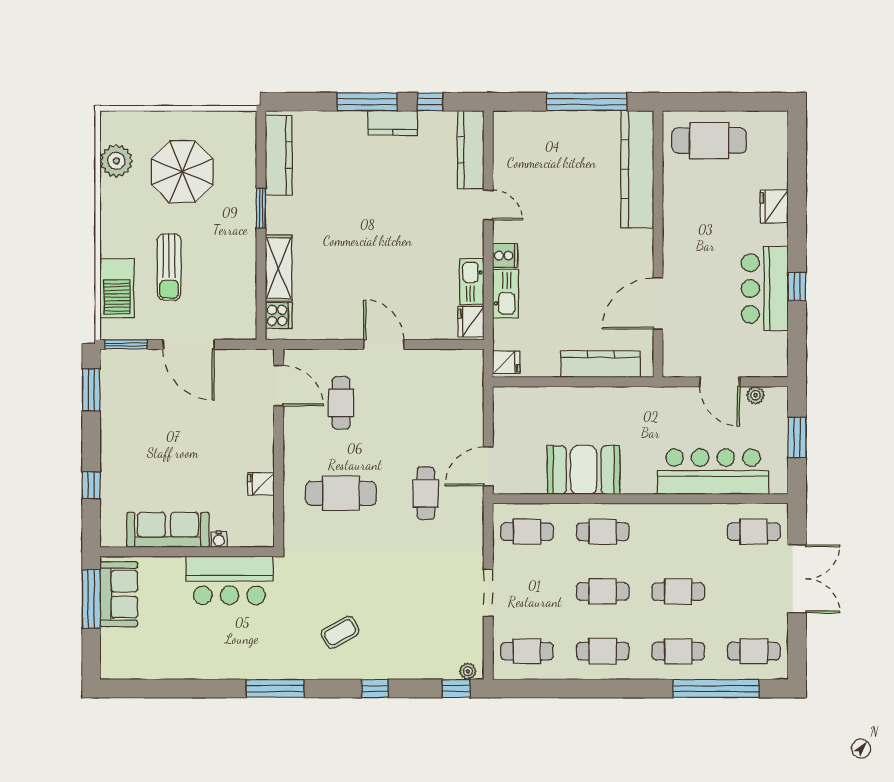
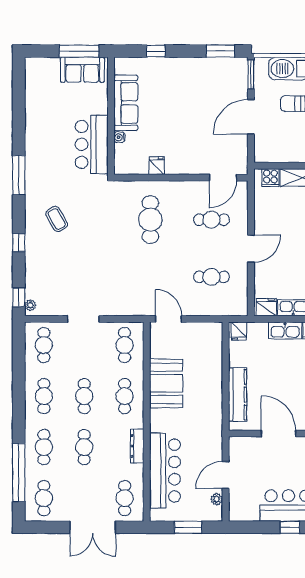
cafe table: (426, 493) -> (211, 277), moved
dresser: (677, 513) -> (137, 446), added

